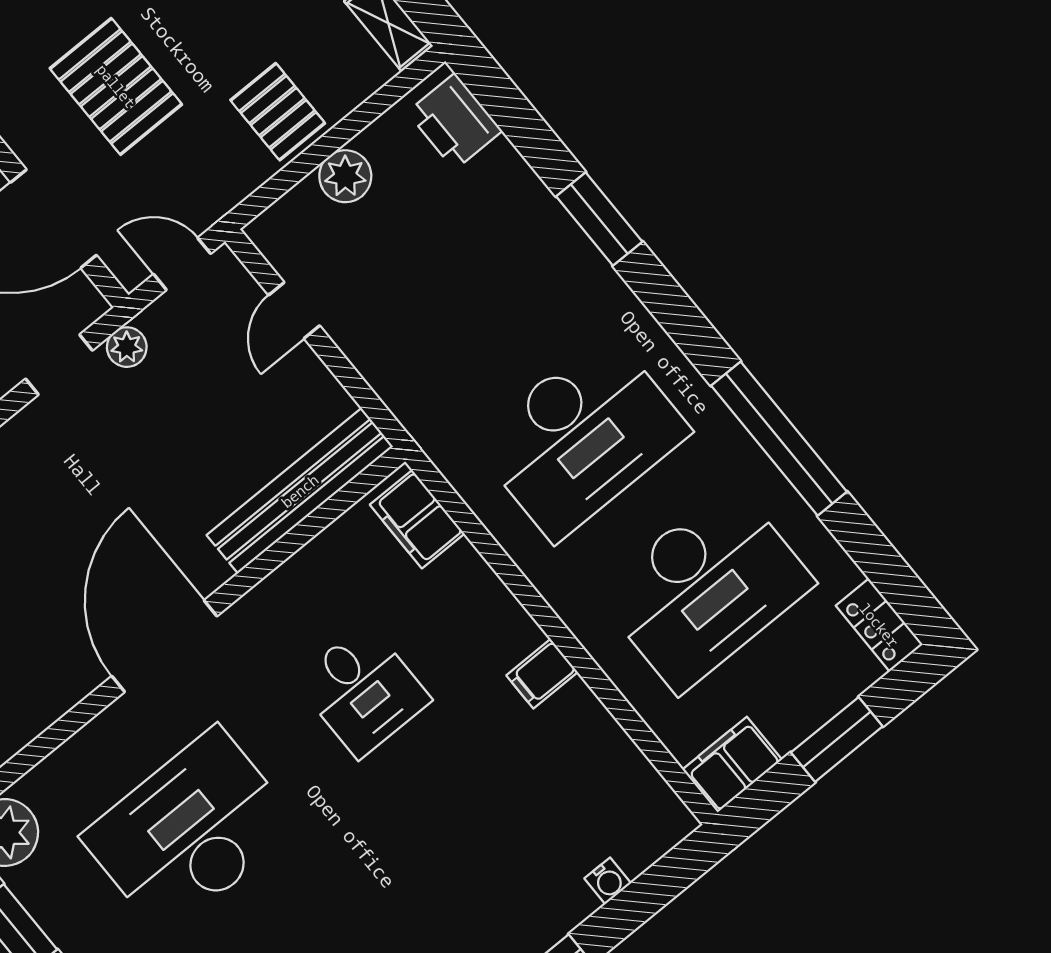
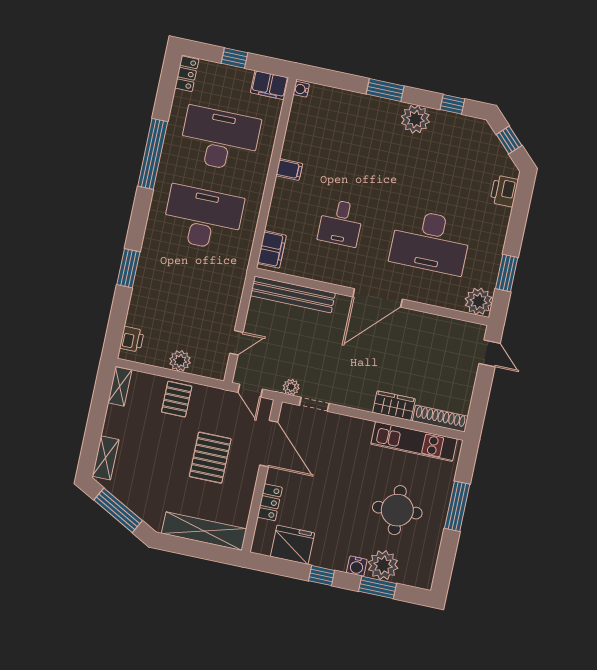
printer: (455, 122) -> (132, 339), width x0.73, depth x0.81
desk: (363, 690) -> (341, 223), turned 180
window: (837, 739) -> (234, 58), width x0.67
water cooler: (608, 881) -> (301, 89), moved, turned -90

